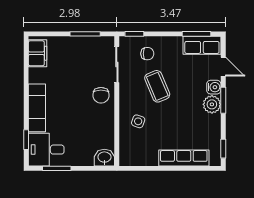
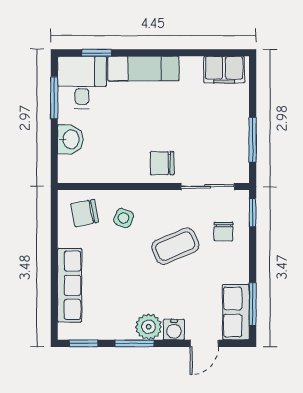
window: (223, 100) -> (134, 343), moved
chair: (135, 148) -> (85, 213), added
washbasin: (104, 158) -> (70, 139), moved

